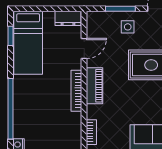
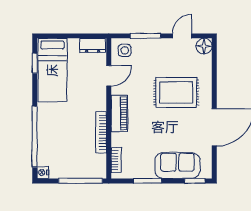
side table: (128, 27) -> (125, 50), moved
bookcase: (76, 91) -> (101, 132), moved

